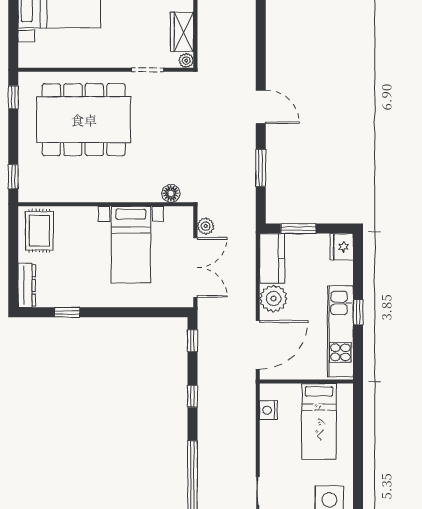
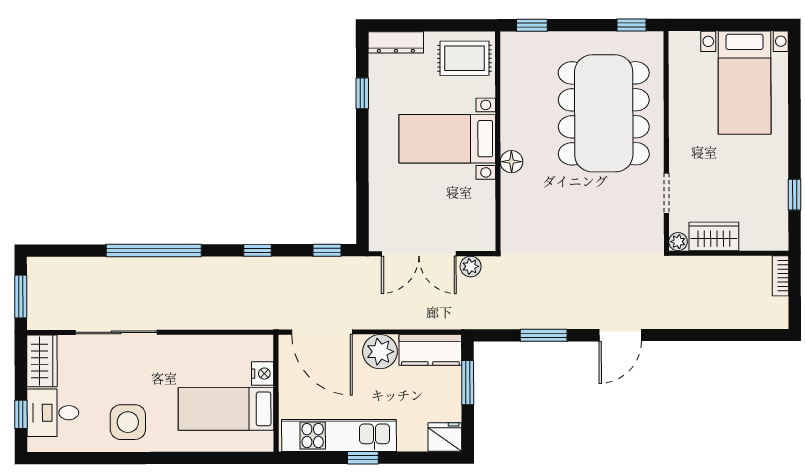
floor lamp: (171, 193) -> (511, 162), moved
bed with nightstands: (131, 245) -> (447, 139), moved
nightstand: (268, 410) -> (263, 374), moved, turned 90

